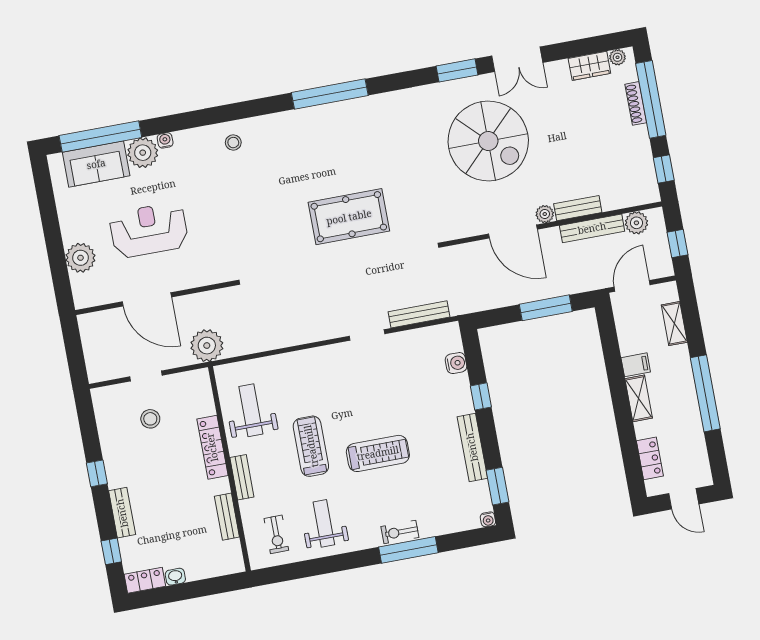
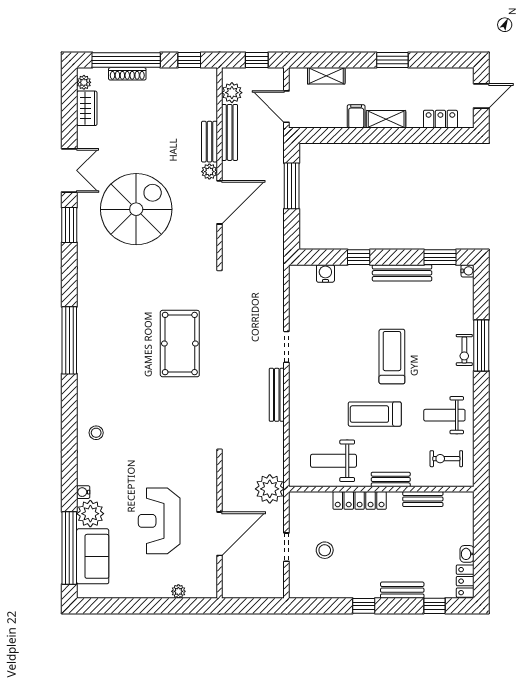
plant: (80, 258) -> (178, 591), width x0.53, depth x0.53
bench: (419, 314) -> (277, 395), moved
window: (705, 393) -> (392, 60), width x0.47
exercise bike: (276, 534) -> (446, 459), turned 180

